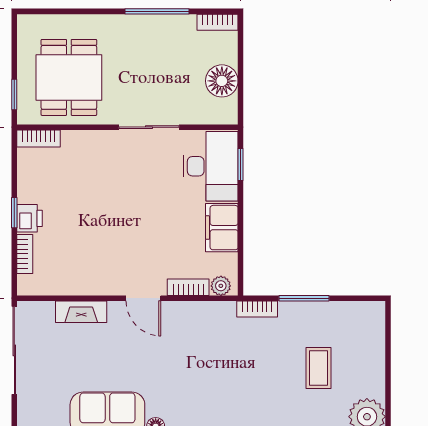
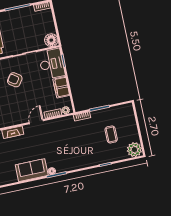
floor lamp: (222, 81) -> (51, 40), moved
armchair: (113, 186) -> (15, 80), added
door: (143, 298) -> (36, 122), swing flipped

